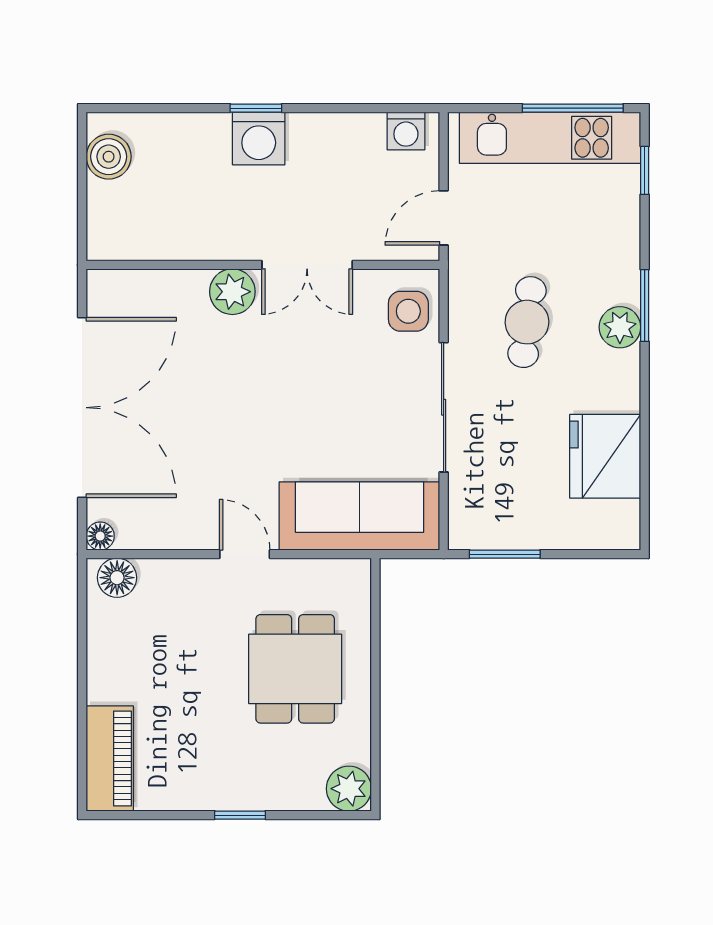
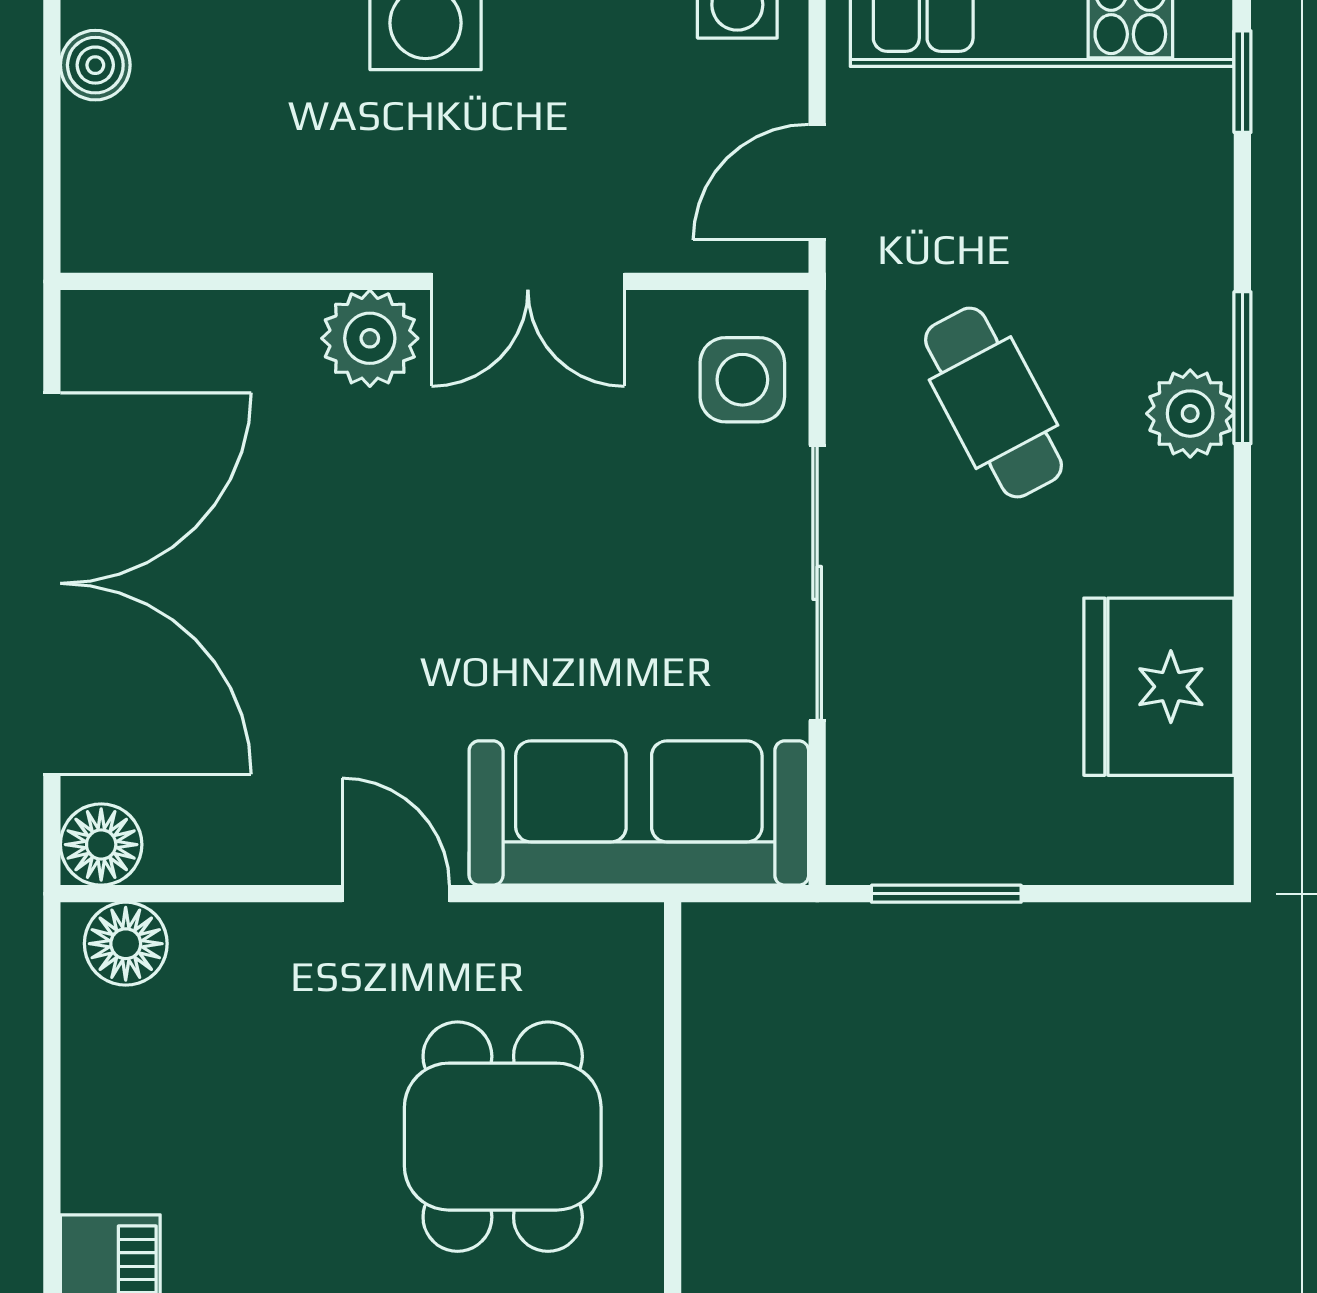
boiler: (109, 157) -> (95, 65), width x0.73, depth x0.73
cafe table: (527, 322) -> (993, 403), turned -35
floor lamp: (100, 536) -> (101, 845), width x1.37, depth x1.37

